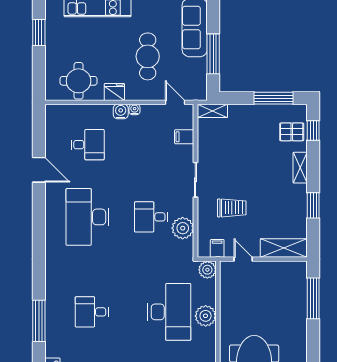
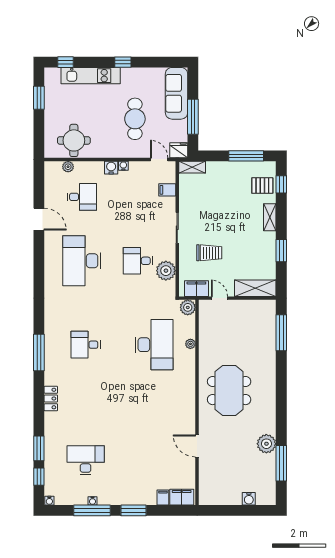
fridge: (114, 92) -> (179, 150), moved
plant: (72, 110) -> (68, 167), added
filing cabinet: (217, 248) -> (196, 289), width x2.00
plant: (206, 316) -> (190, 344), width x0.53, depth x0.53

